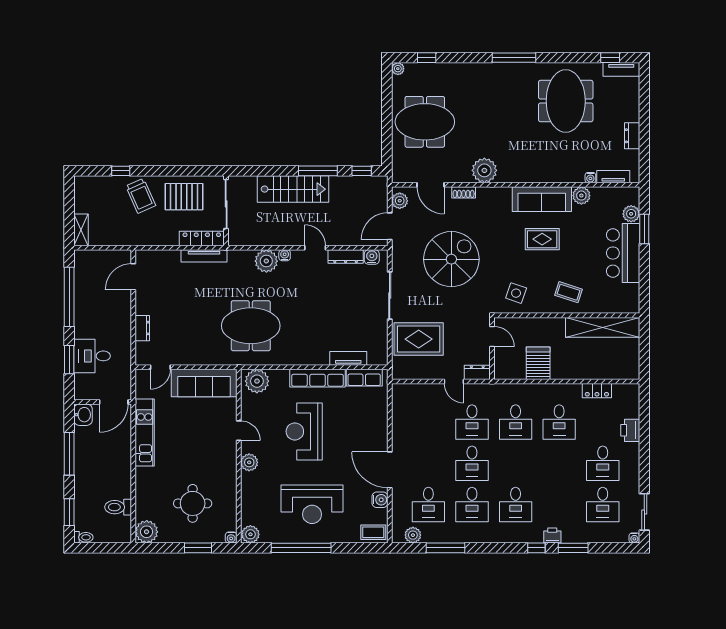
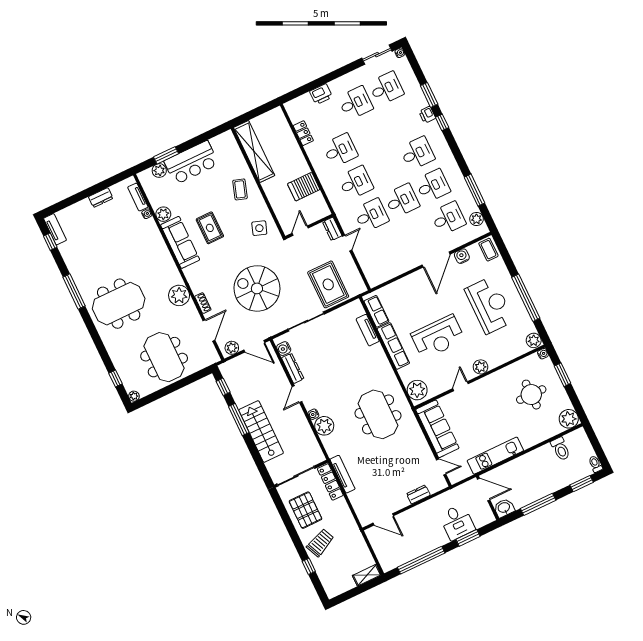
window: (514, 58) -> (74, 292), moved
meeting table: (566, 101) -> (119, 304), moved

